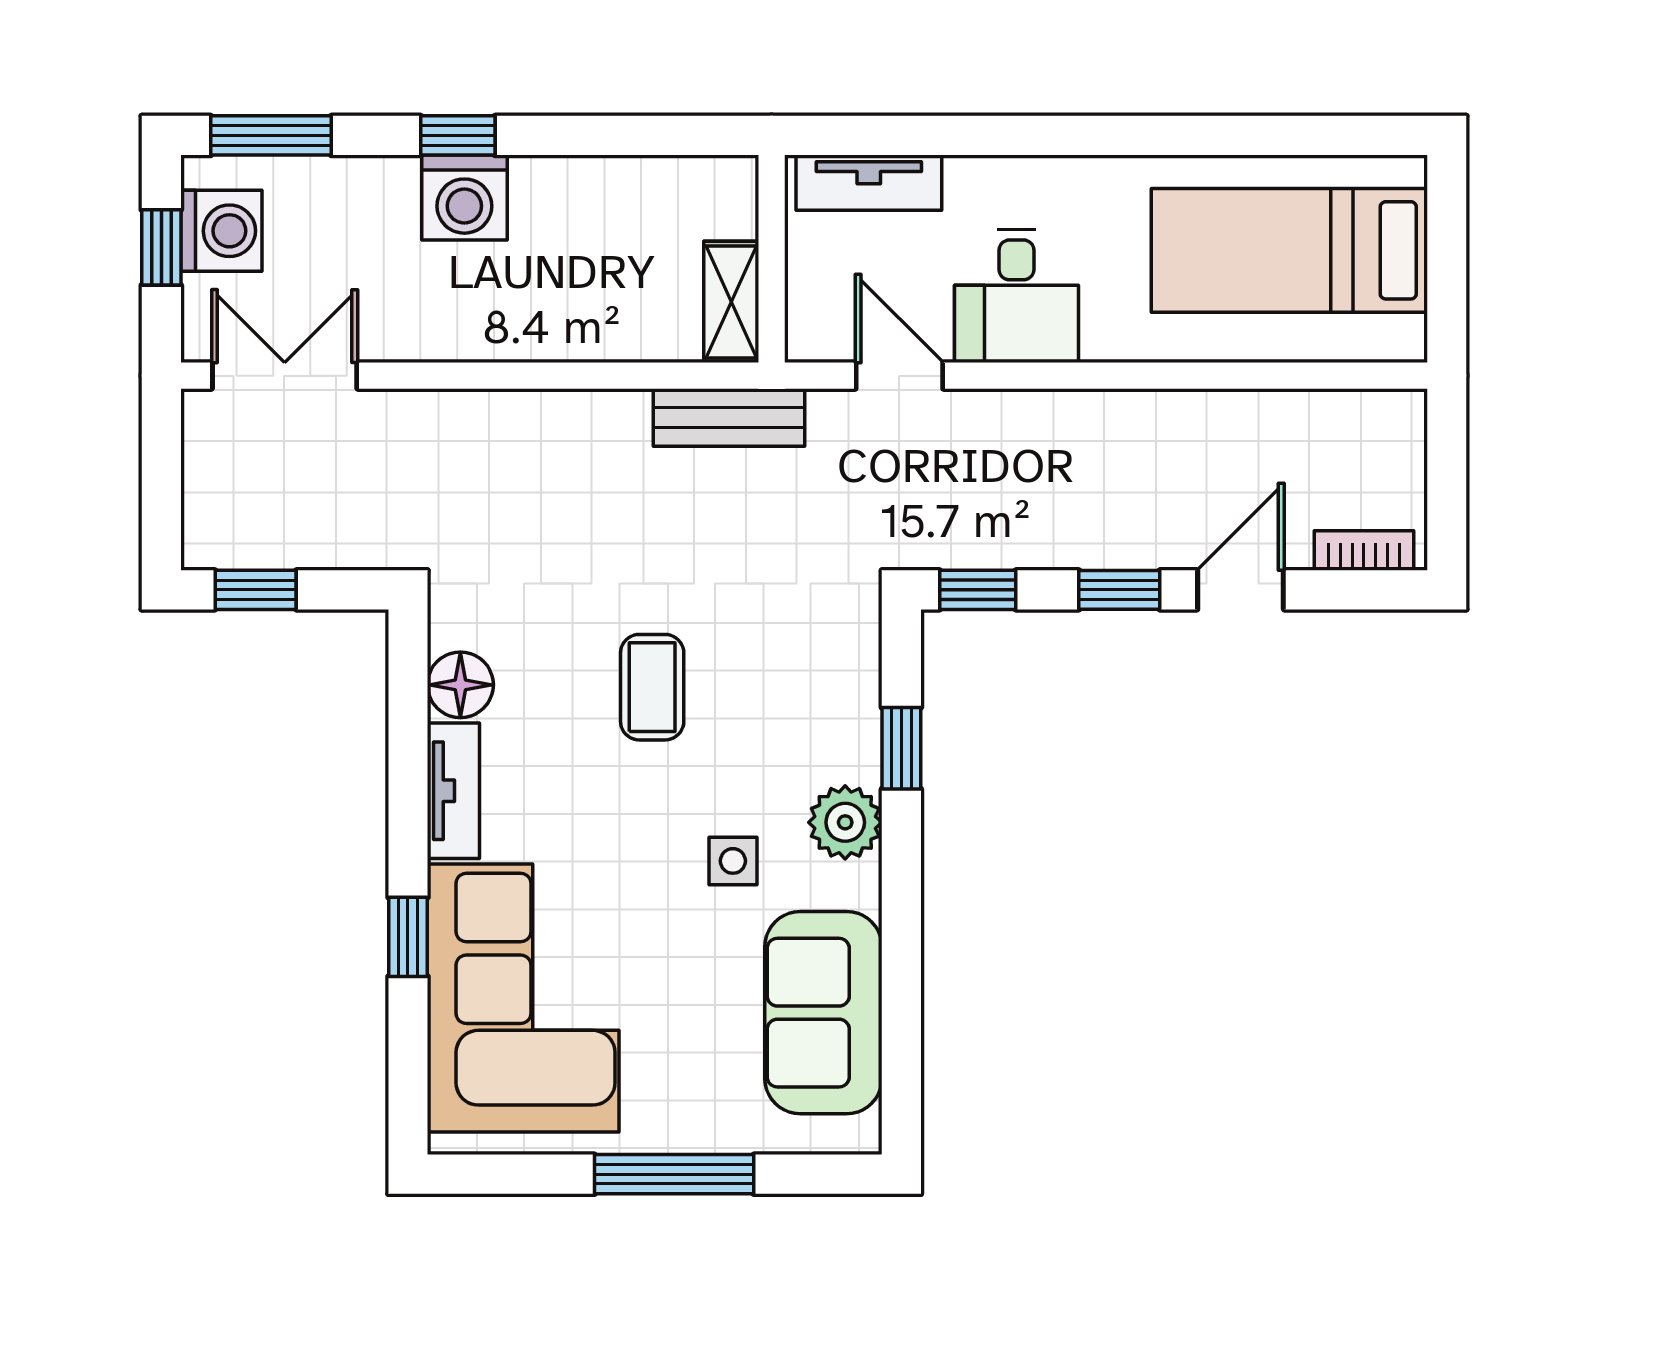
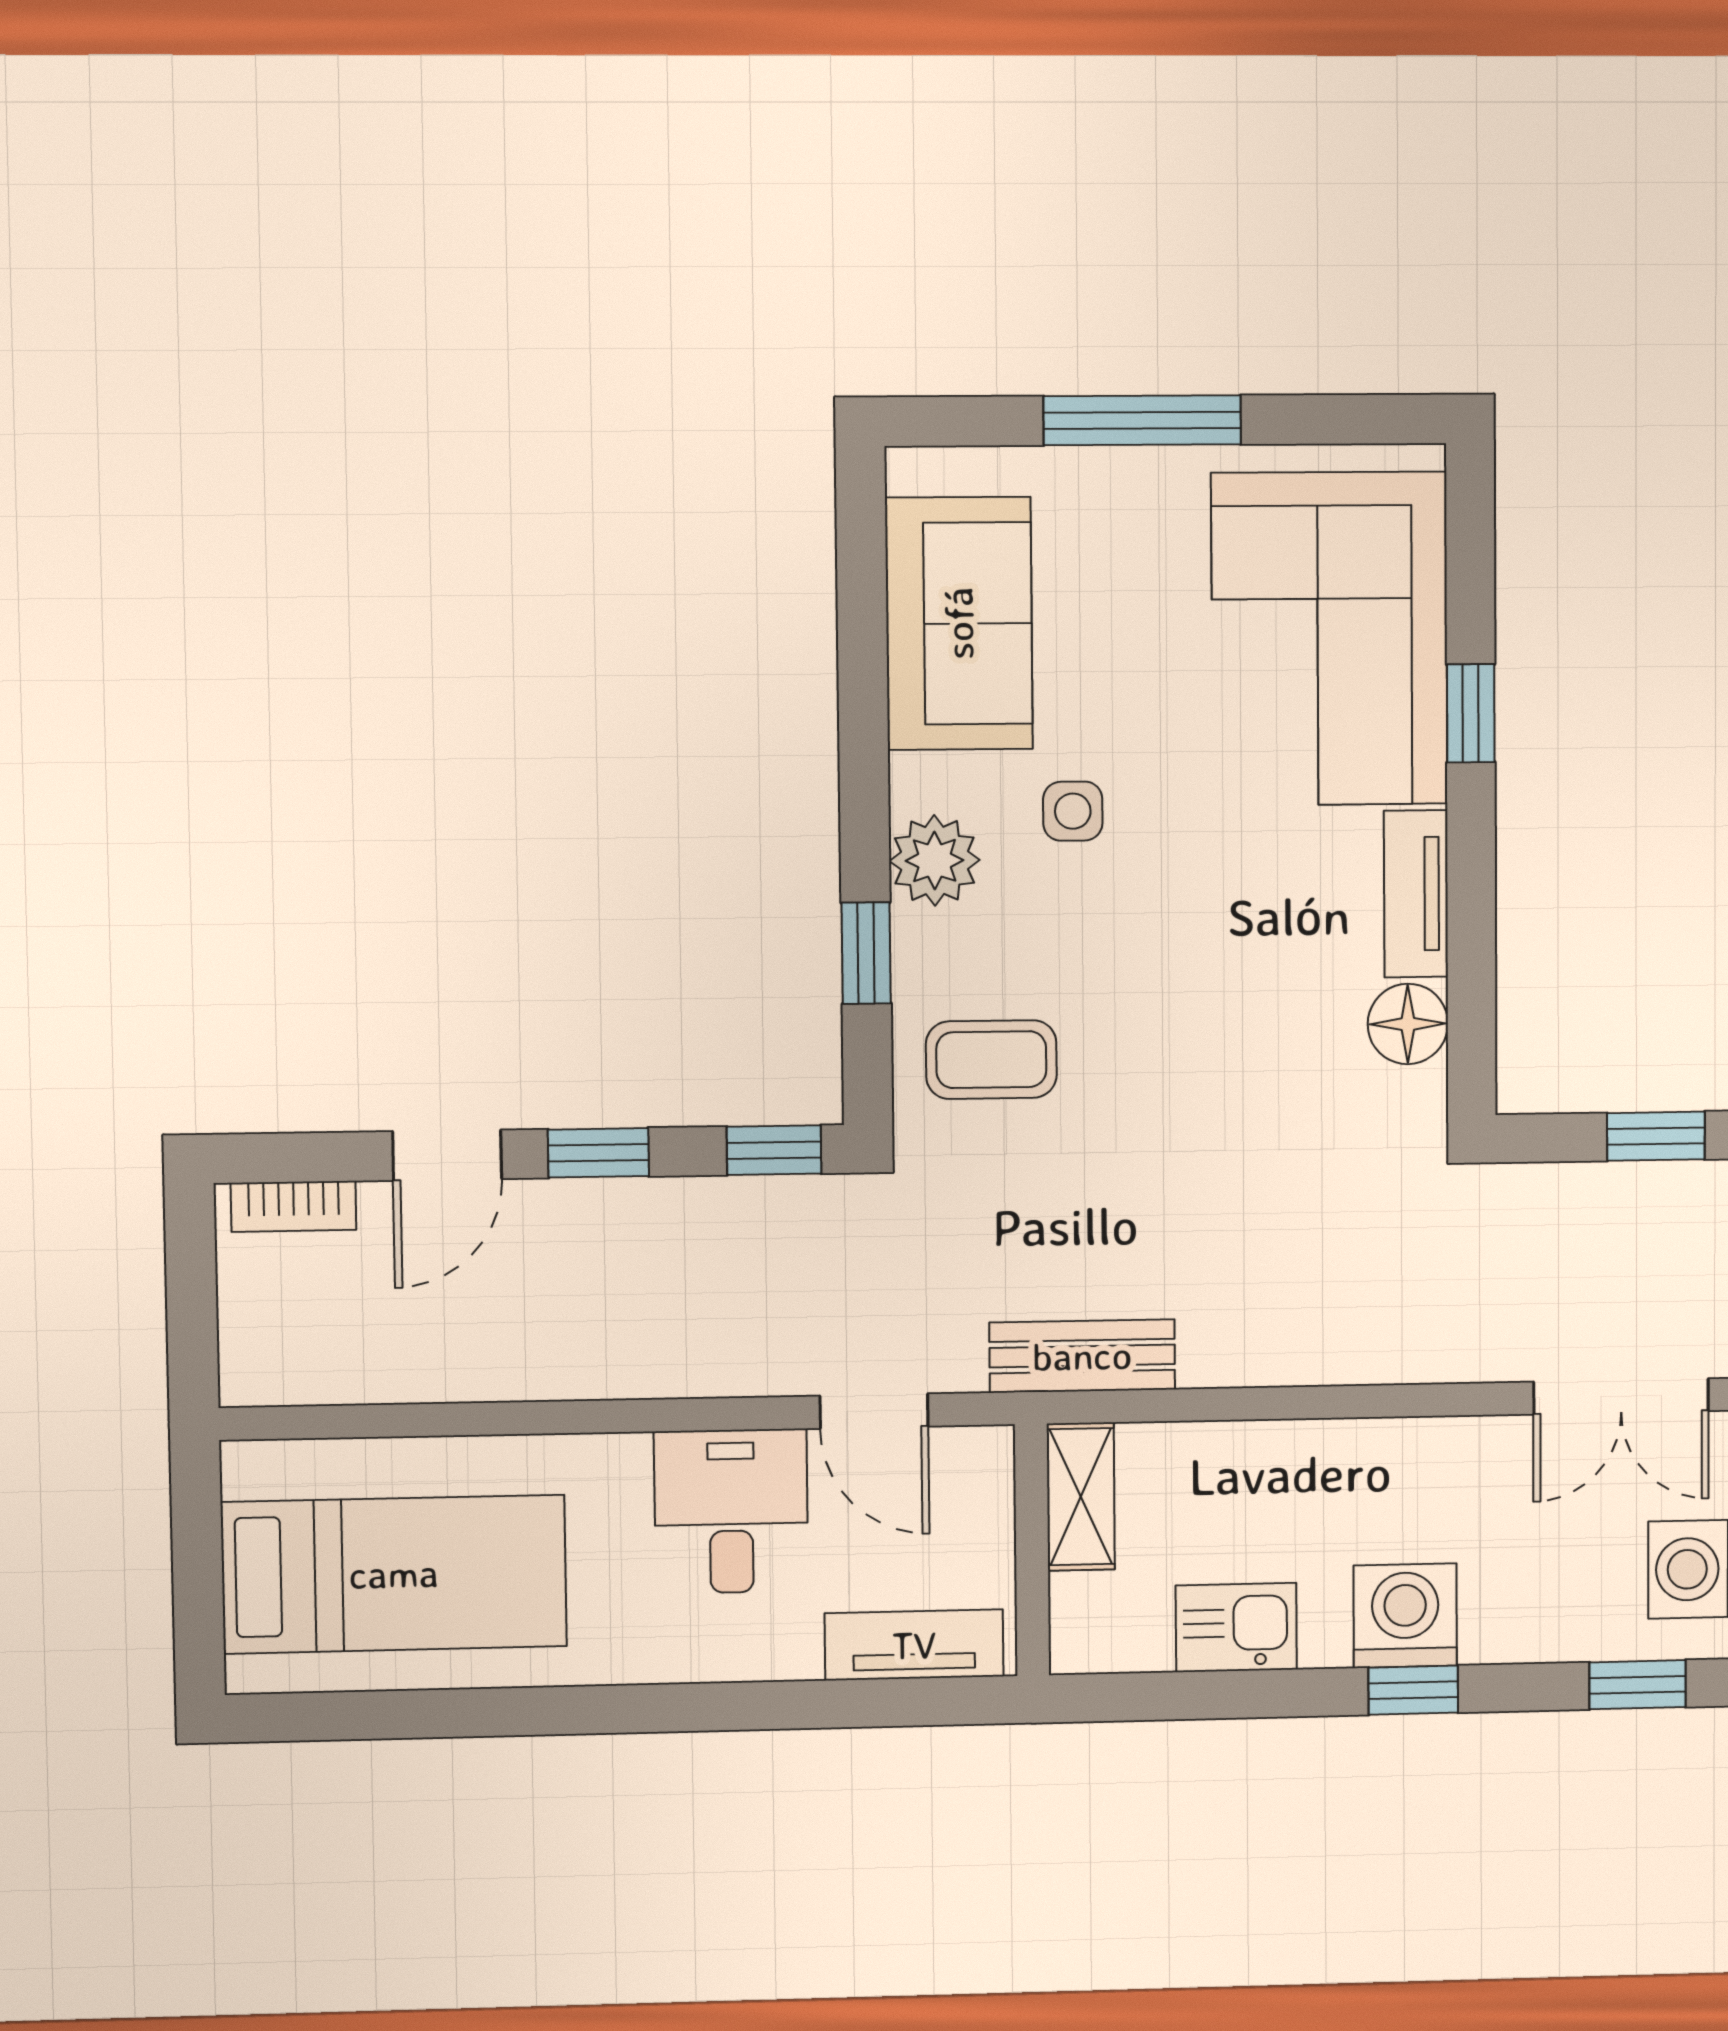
window: (271, 135) -> (1637, 1685), width x0.67
kitchen sink: (604, 191) -> (1236, 1627), added
coffee table: (652, 687) -> (991, 1060), moved, turned 90

